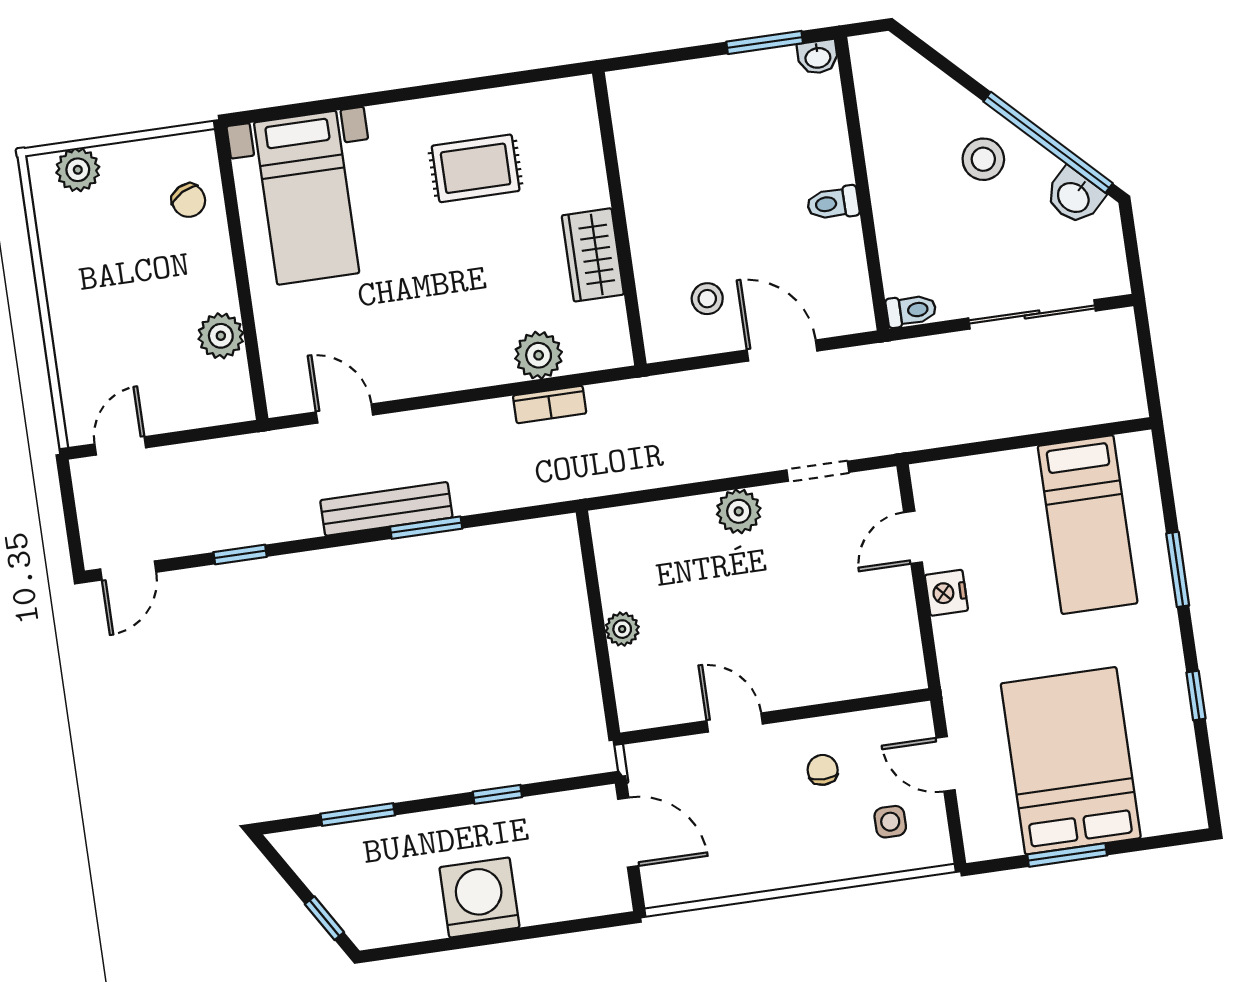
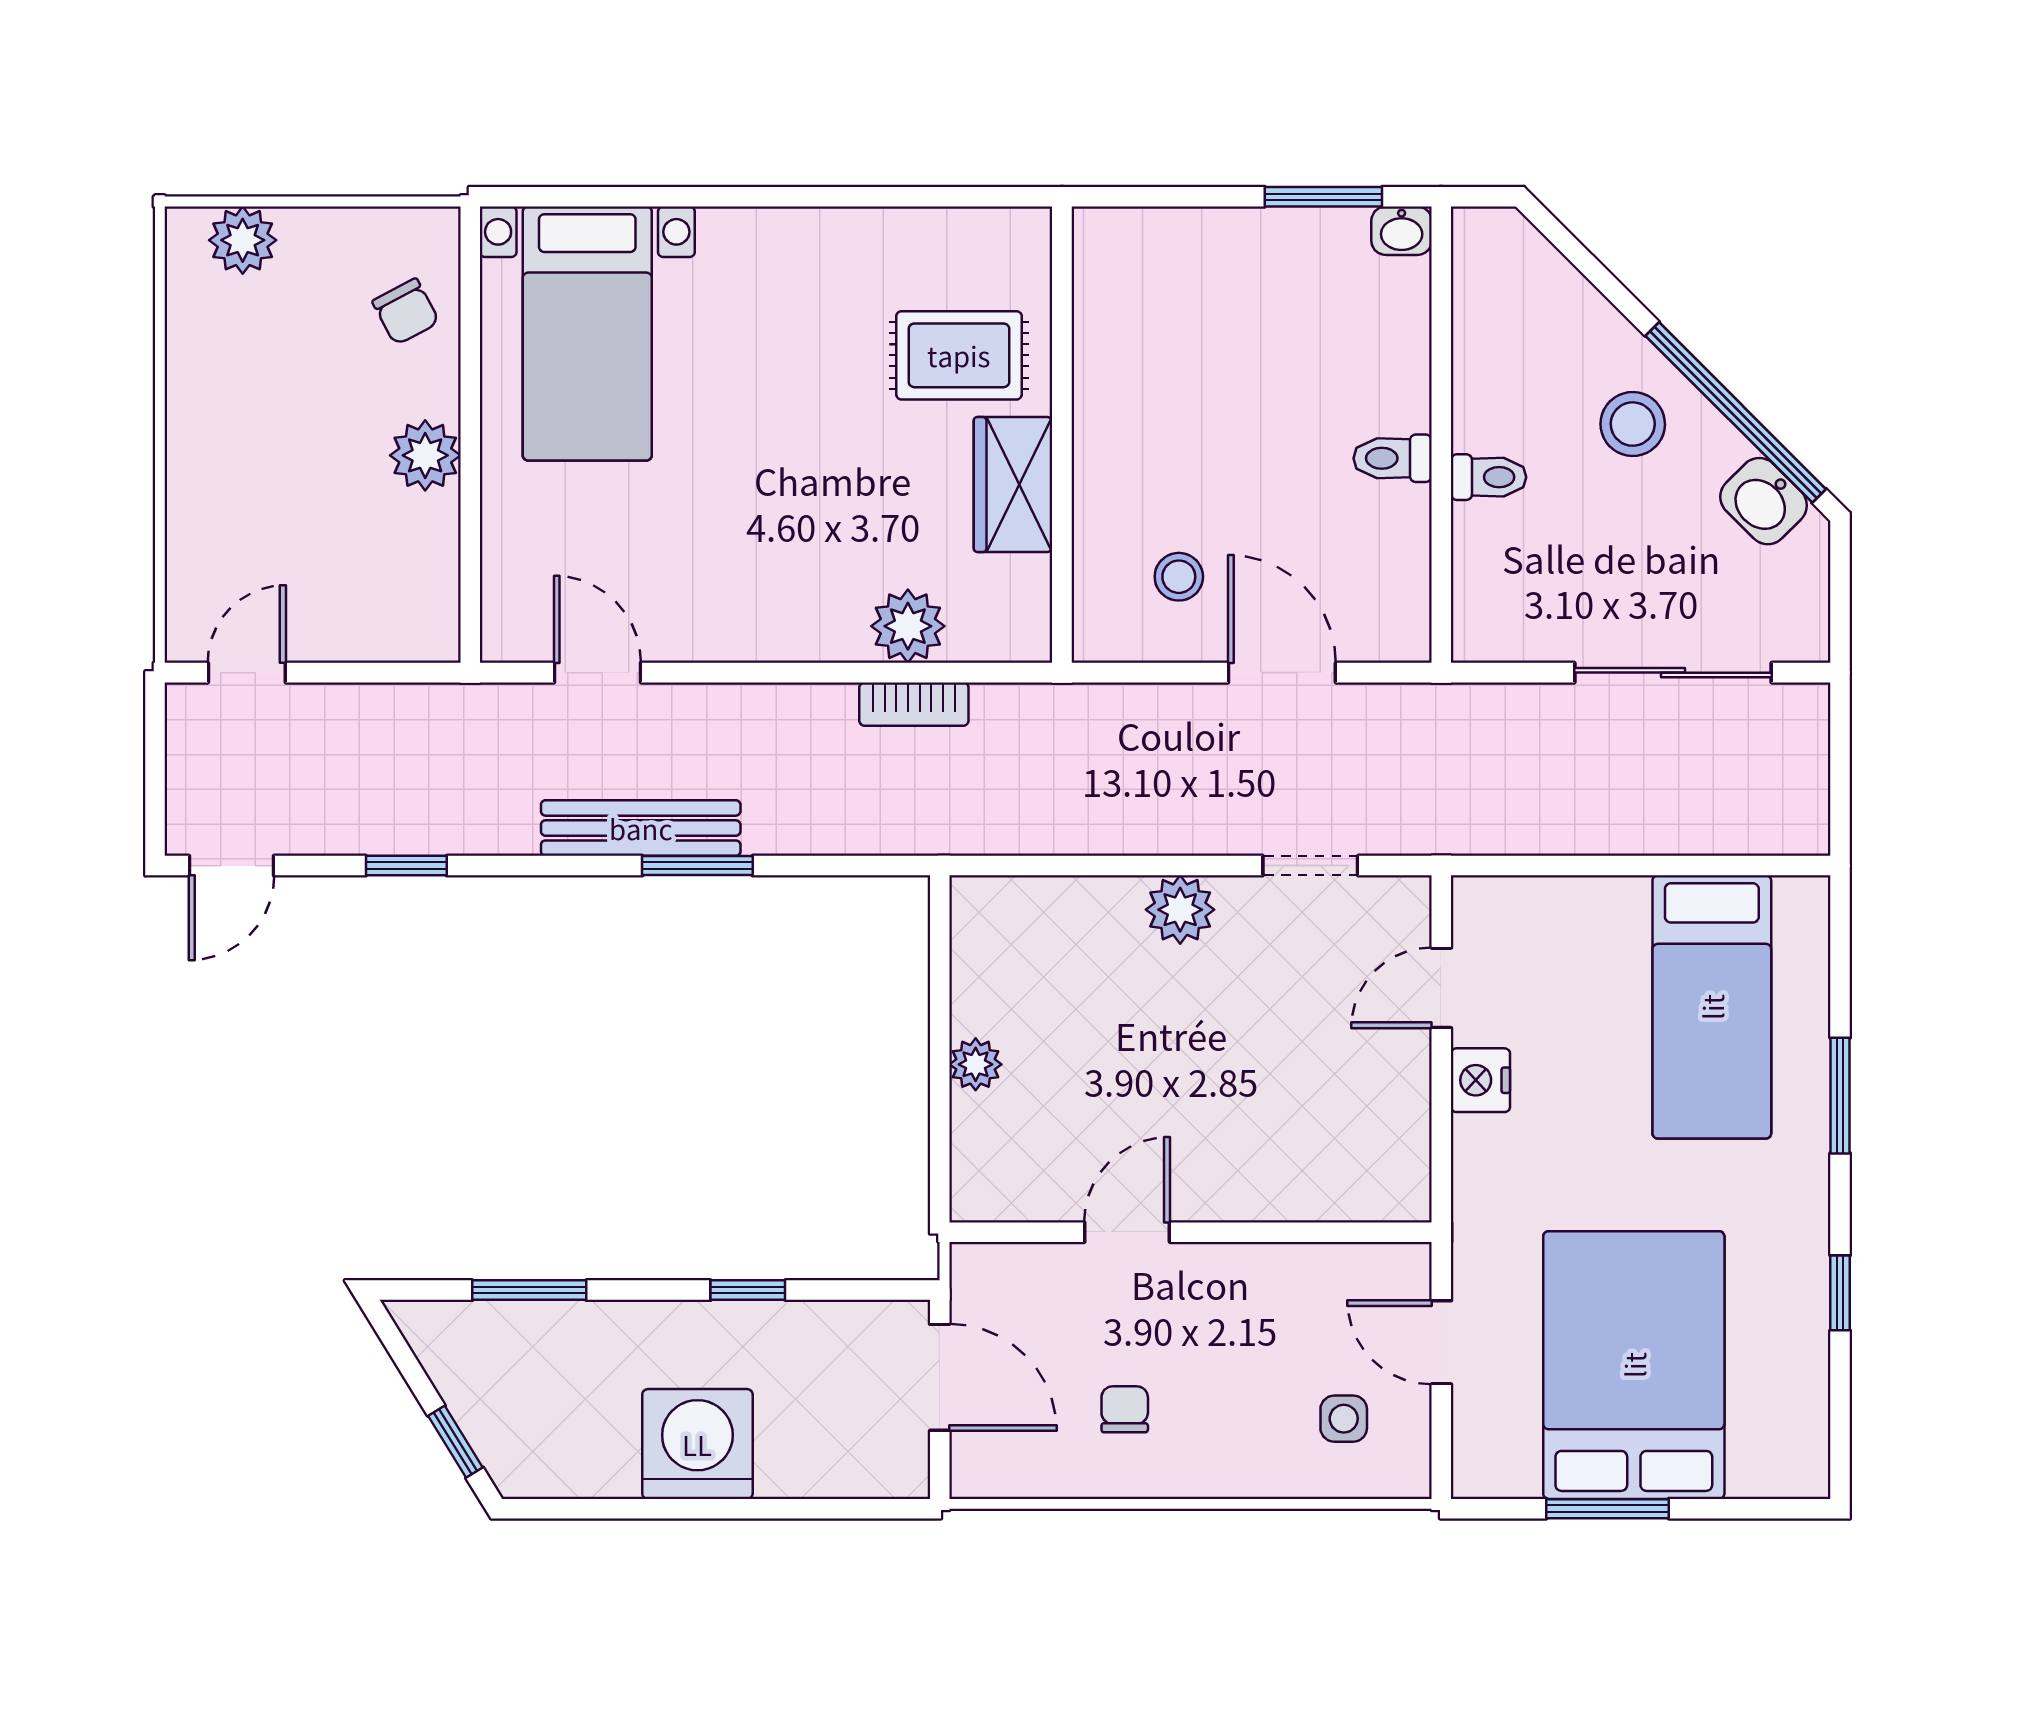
rug: (476, 168) -> (959, 355), moved
toilet: (911, 311) -> (1489, 477), moved
plant: (221, 336) -> (425, 455), moved
door: (735, 722) -> (1127, 1232), hinge flipped
chair: (823, 770) -> (1125, 1409), moved

